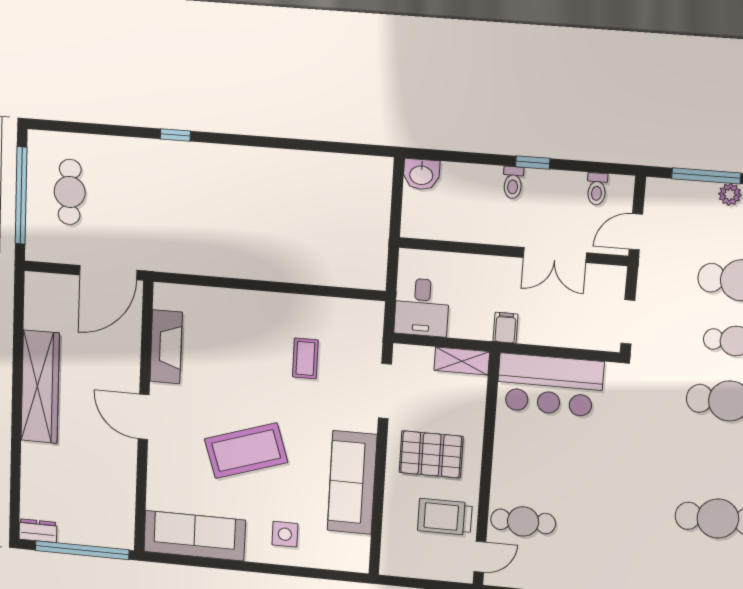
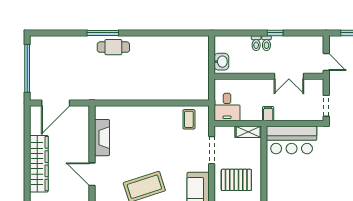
window: (175, 135) -> (103, 33), width x2.17
washbasin: (421, 174) -> (221, 62), moved, turned -90
toilet: (597, 189) -> (256, 43), moved
cafe table: (70, 192) -> (113, 47), moved, turned 90
door: (636, 232) -> (326, 62), swing flipped
door: (108, 273) -> (56, 103), moved
coffee table: (305, 358) -> (189, 119), moved

